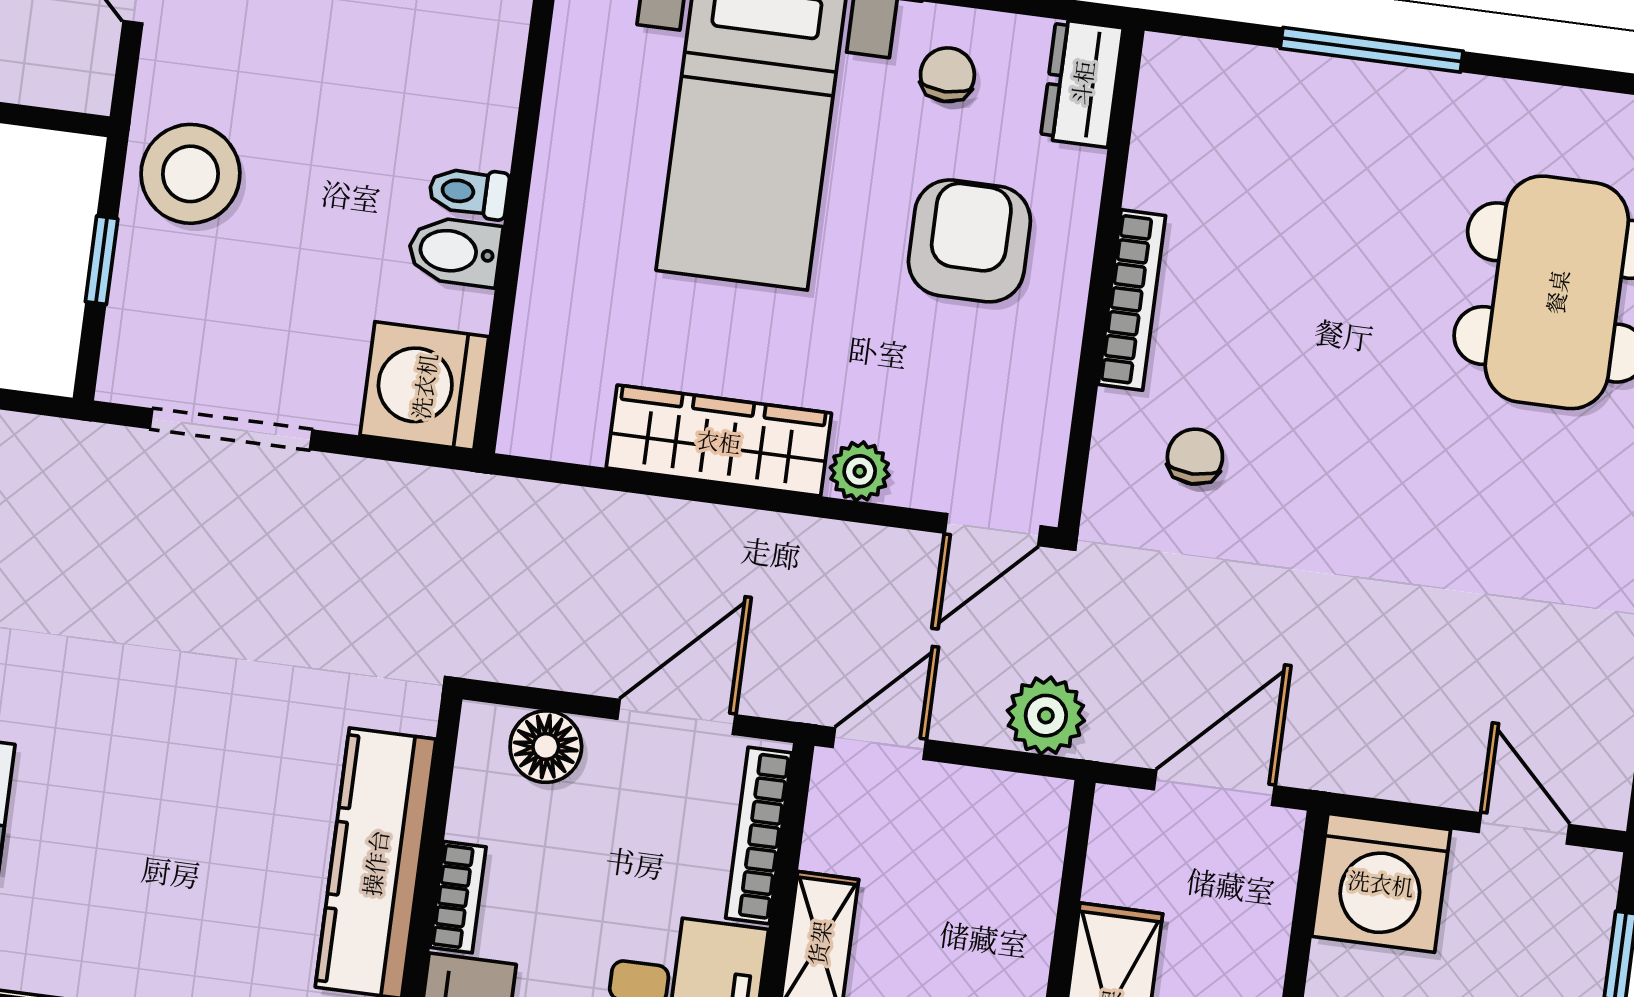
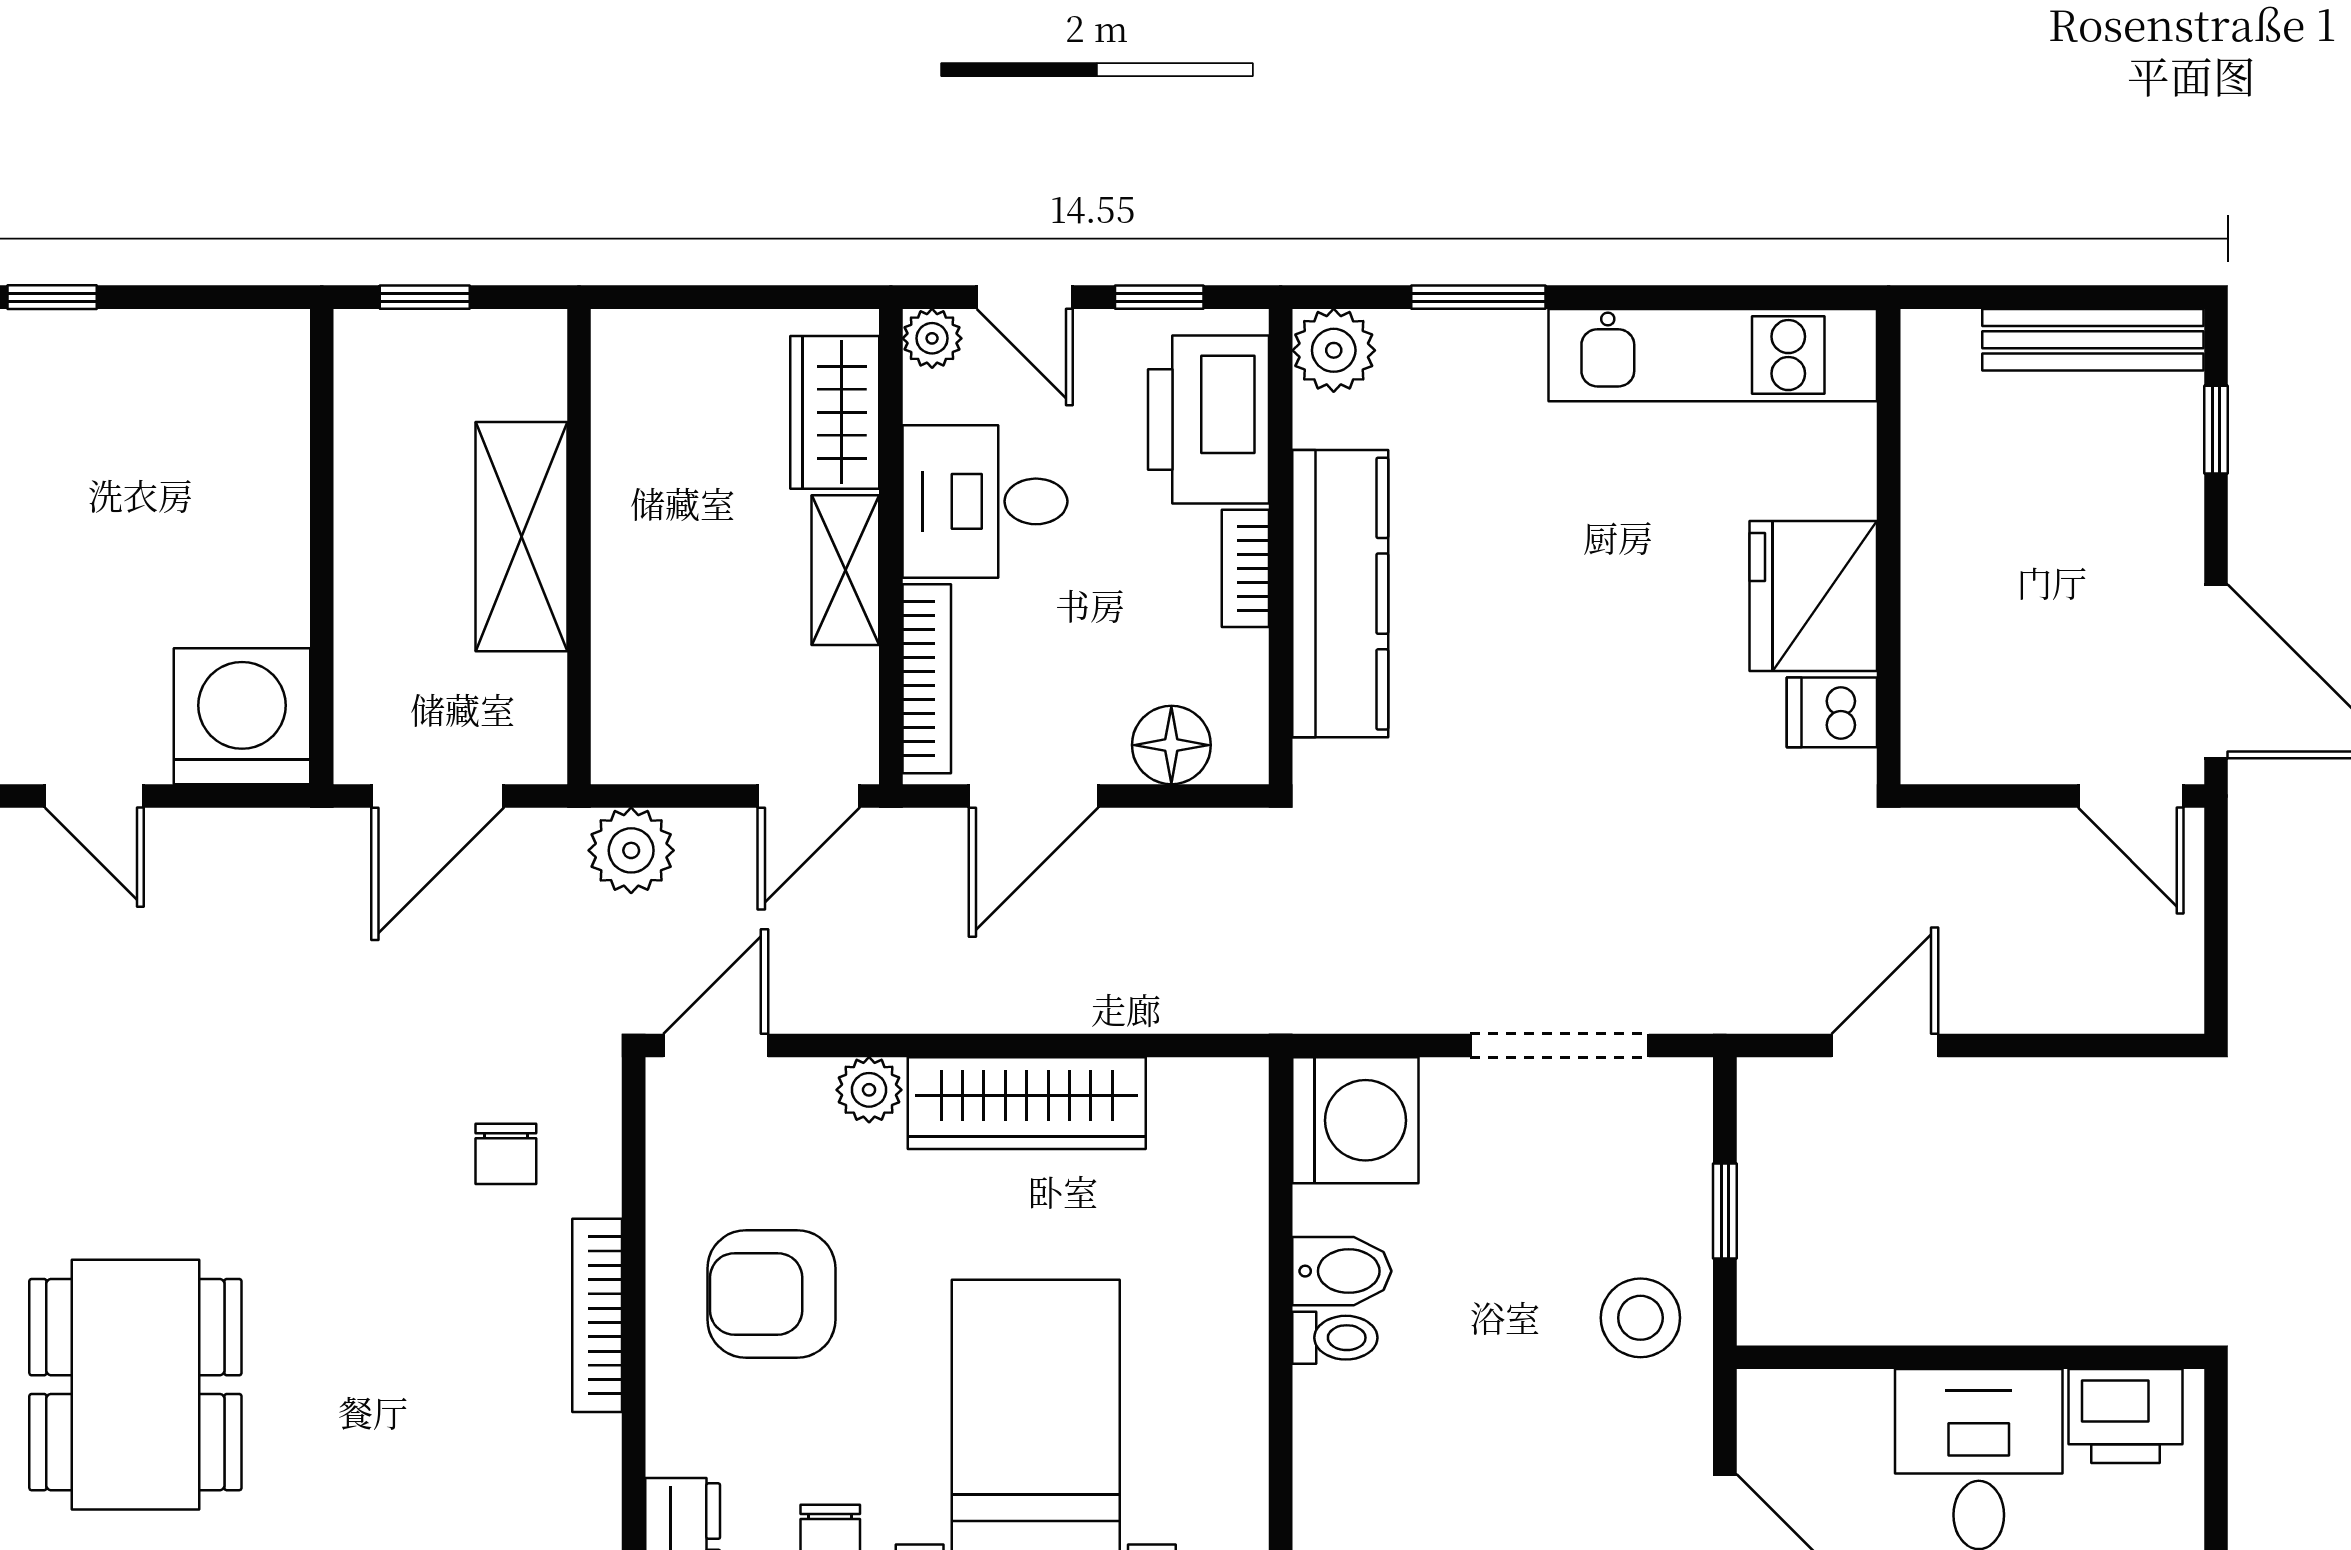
stool: (190, 174) -> (1640, 1318), width x0.73, depth x0.73
armchair: (969, 241) -> (771, 1294), moved, turned 90

